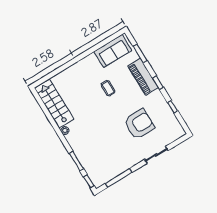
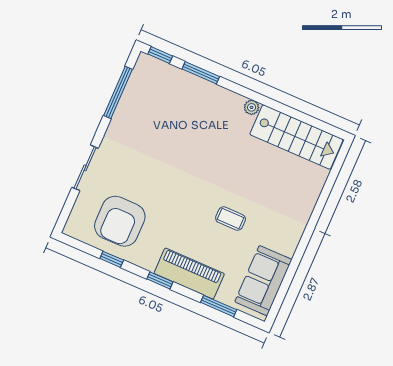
armchair: (139, 124) -> (120, 221), moved

